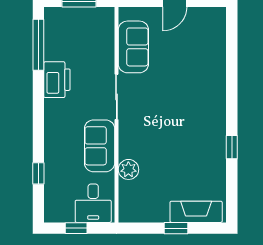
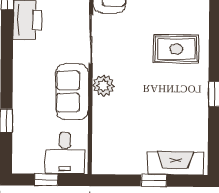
rug: (196, 106) -> (176, 49), added
plant: (128, 169) -> (103, 85), moved

